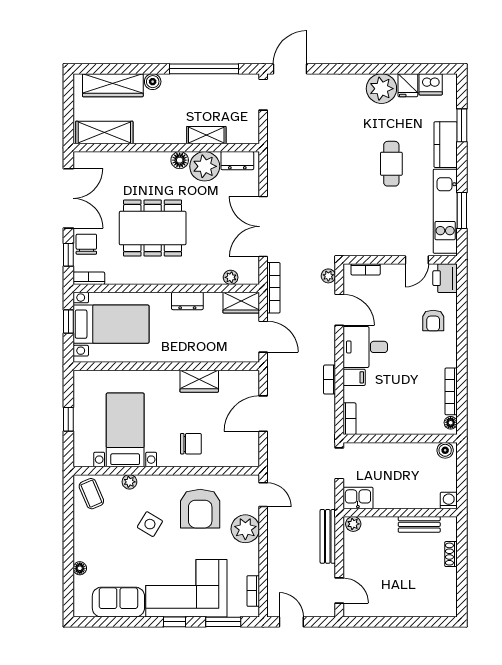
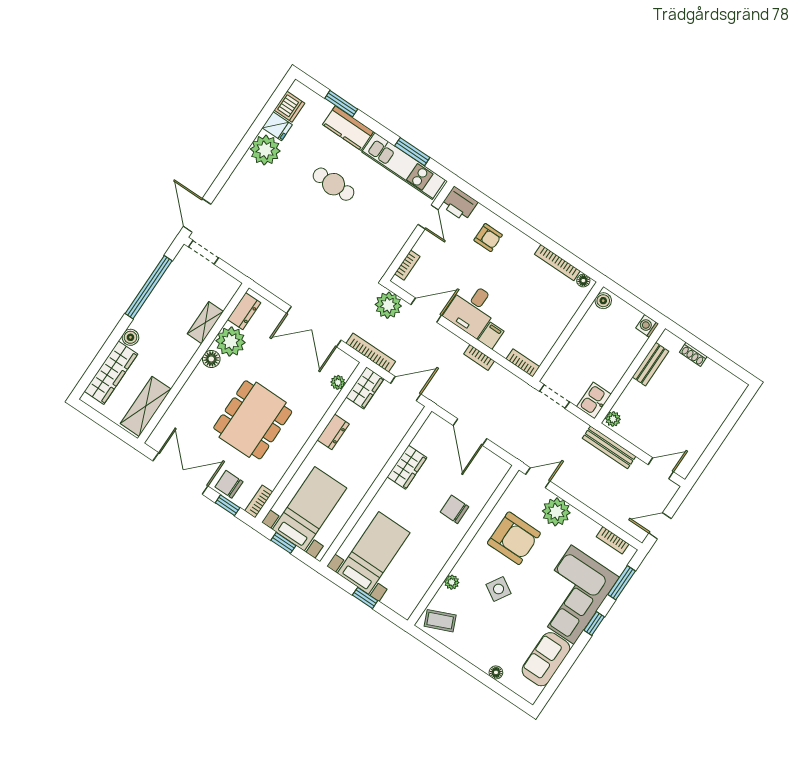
plant: (328, 276) -> (388, 305), width x1.88, depth x1.88
bed with nightstands: (125, 430) -> (374, 553), moved, turned 90
chair: (191, 444) -> (454, 509), turned -90

